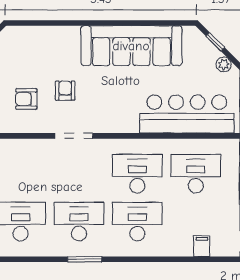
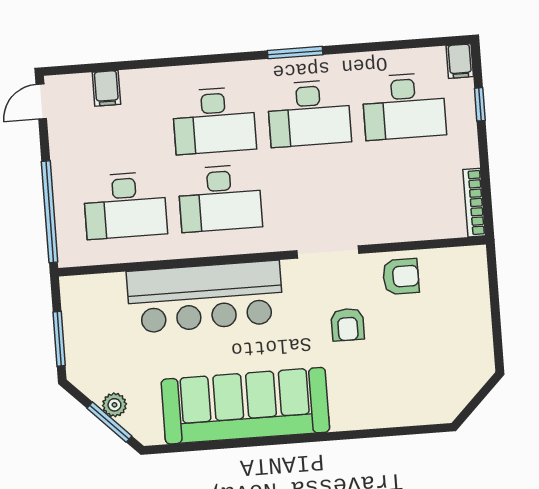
window: (215, 42) -> (109, 422), width x1.50
plant: (224, 64) -> (114, 405), moved
armchair: (26, 99) -> (401, 276), moved
bar counter: (187, 114) -> (205, 297), moved

